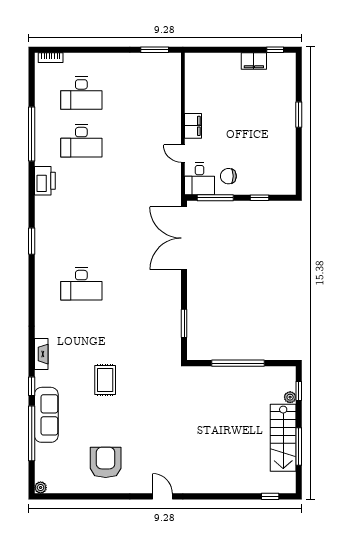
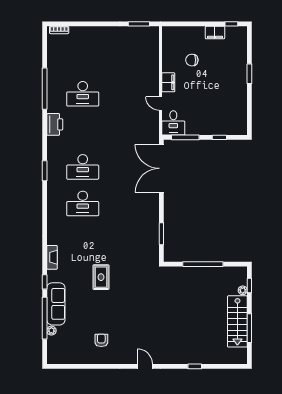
desk: (81, 93) -> (83, 167), moved
chair: (228, 176) -> (192, 60), moved
armchair: (106, 462) -> (101, 340), width x0.53, depth x0.53
plant: (41, 488) -> (51, 331), moved
window: (270, 496) -> (195, 366), moved

